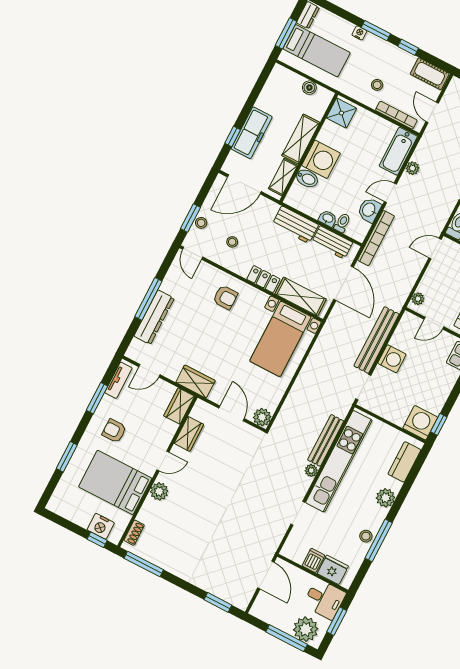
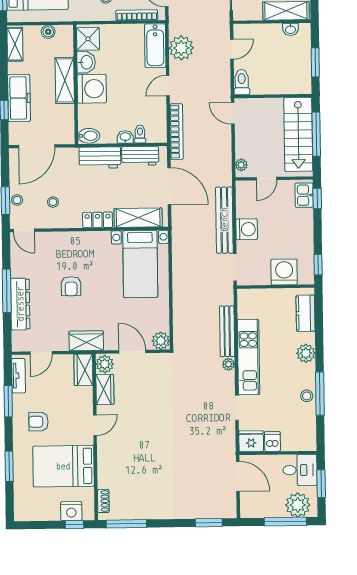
plant: (412, 168) -> (181, 48), width x1.88, depth x1.88
shelving: (283, 177) -> (15, 44), moved
bidet: (307, 178) -> (89, 136), moved
washbasin: (369, 210) -> (86, 62), moved, turned 180
door: (435, 249) -> (233, 113), hinge flipped
armchair: (225, 297) -> (71, 286), moved, turned 90
washing machine: (420, 423) -> (284, 272), moved
kitchen unit: (339, 461) -> (248, 357), width x0.73
plant: (159, 491) -> (105, 364), moved
fridge: (333, 570) -> (251, 441), moved

